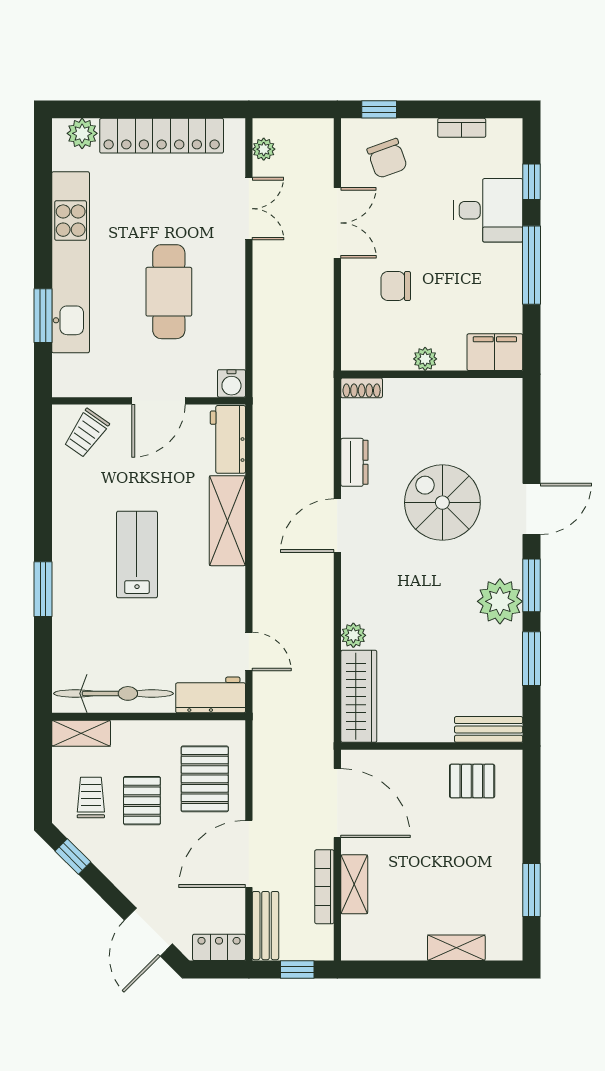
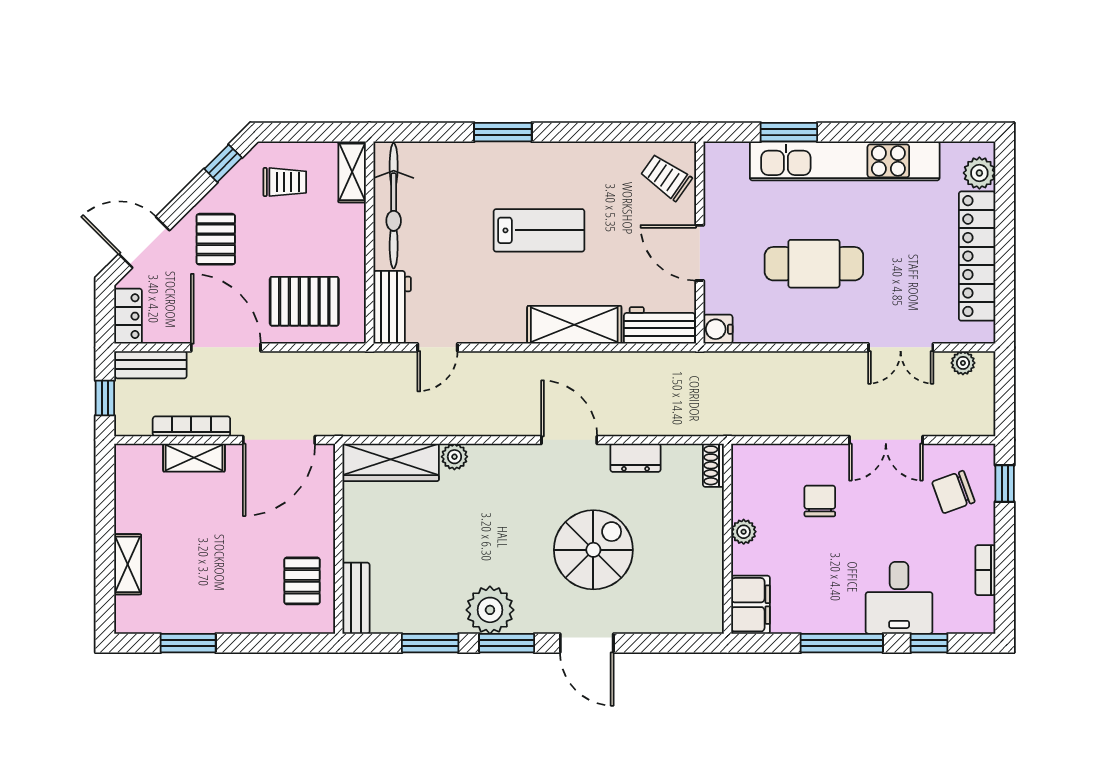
pallet: (142, 801) -> (216, 239), moved, turned 90

